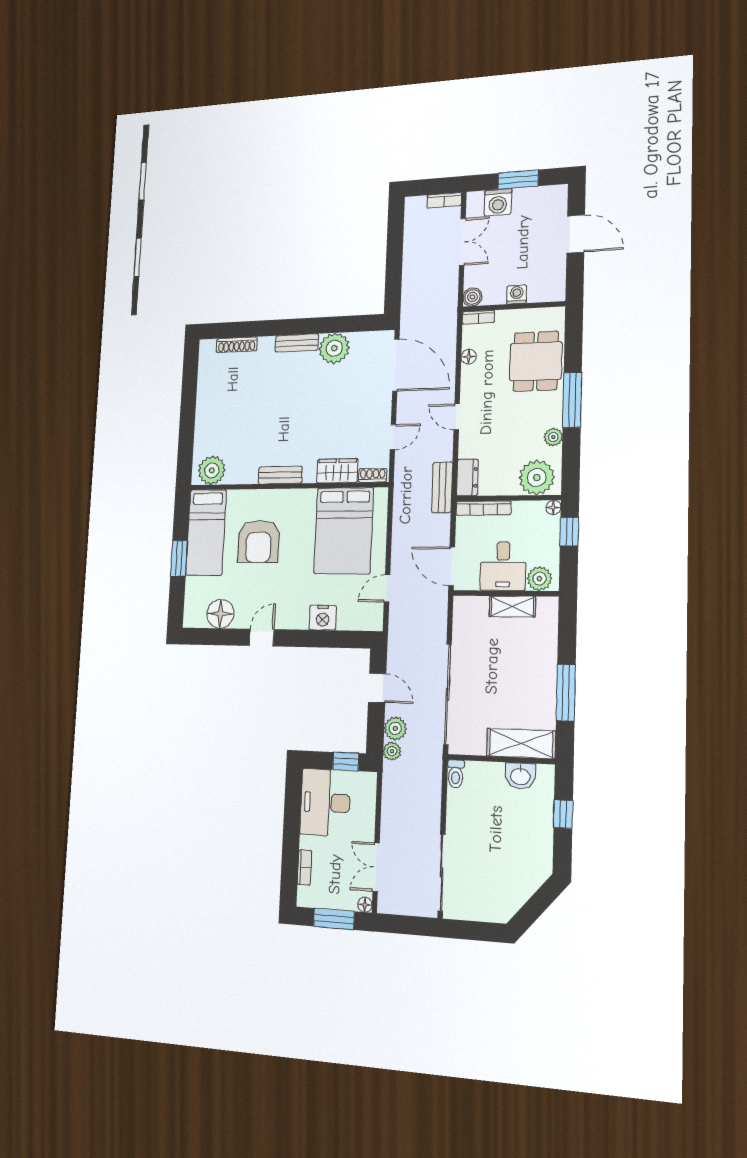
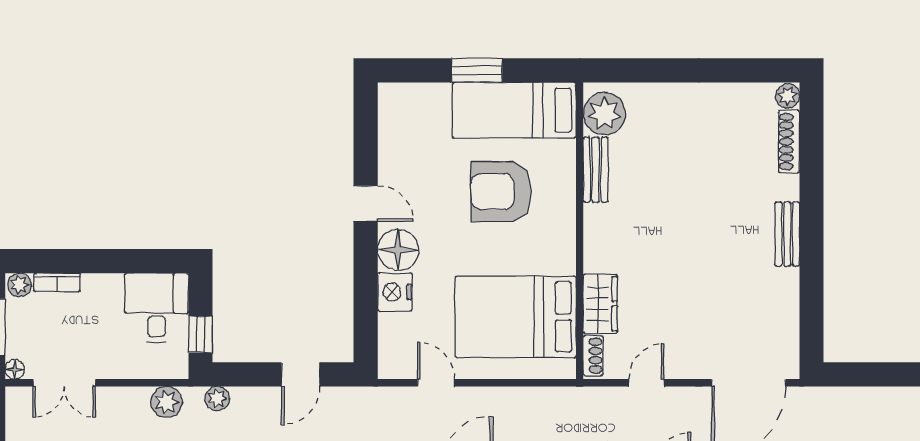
plant: (334, 348) -> (788, 96), moved, width x0.53, depth x0.53
door: (393, 437) -> (646, 383), swing flipped
bench: (280, 475) -> (596, 170), moved
floor lamp: (220, 614) -> (398, 250), moved
plant: (395, 728) -> (167, 402), moved
desk: (325, 803) -> (157, 308), width x0.73
double door: (376, 867) -> (64, 383), swing flipped
plant: (305, 896) -> (20, 285), added

